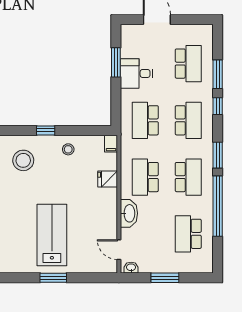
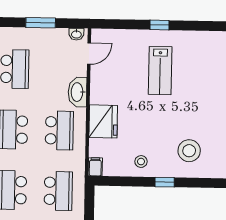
fridge: (108, 179) -> (103, 121), width x1.88, depth x1.34
lab bench: (52, 235) -> (160, 71), width x0.73, depth x0.72
door: (119, 250) -> (89, 54), hinge flipped
window: (53, 278) -> (160, 25), width x0.67

